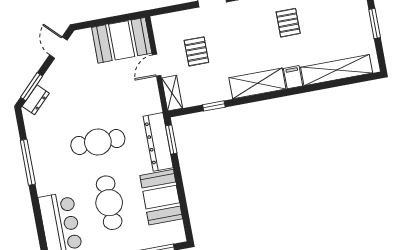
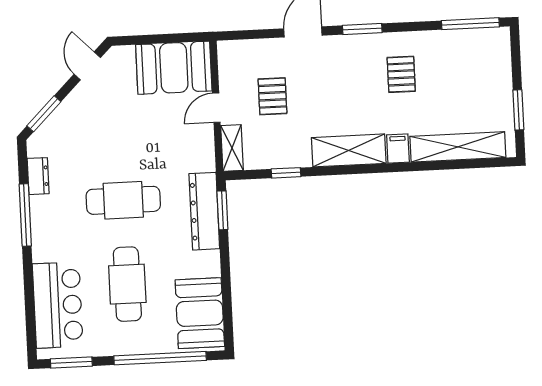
window: (375, 24) -> (518, 110), moved
dresser: (36, 100) -> (38, 176), moved, turned -45
booth: (161, 197) -> (200, 313), moved

